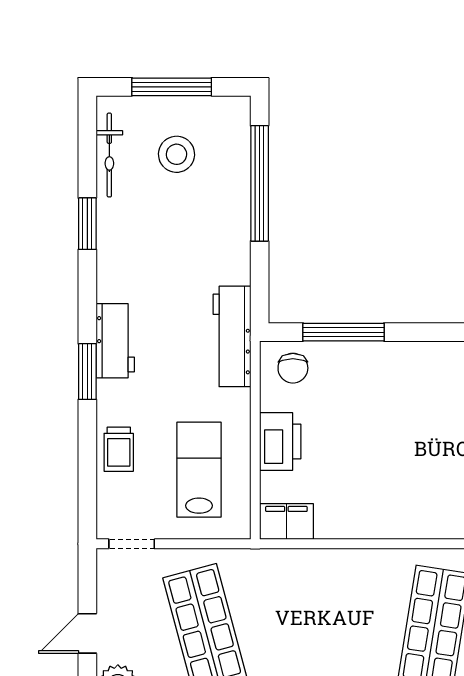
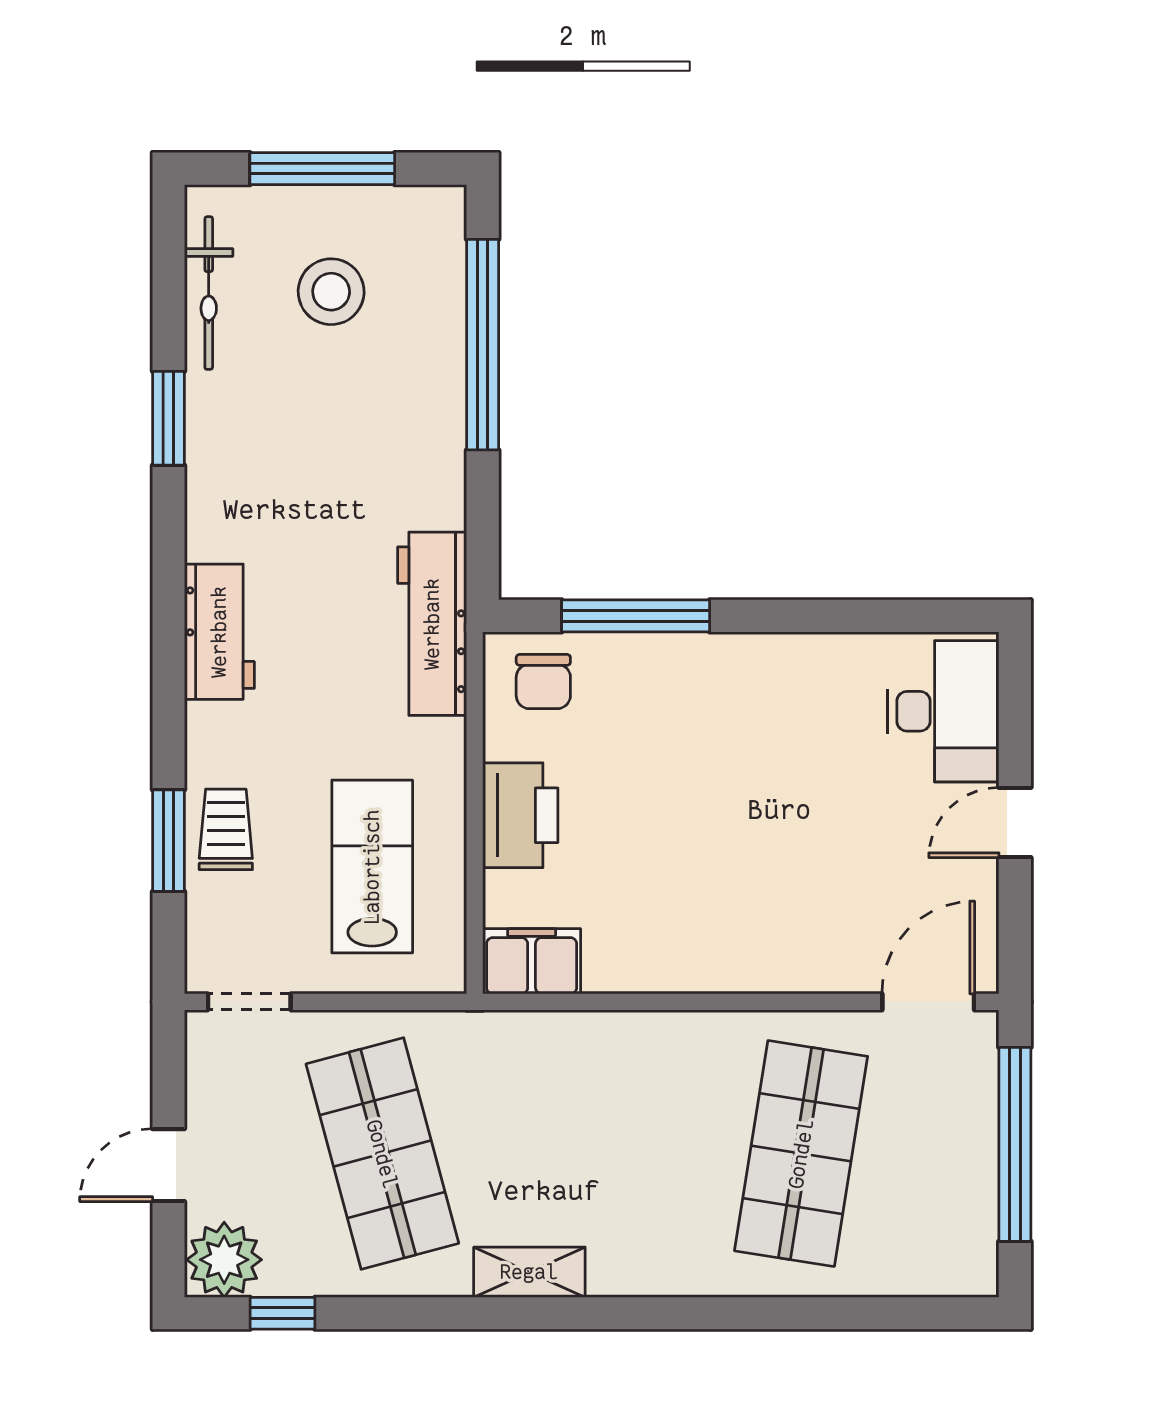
window: (87, 372) -> (168, 841), moved
trolley: (119, 449) -> (226, 829), turned 180

